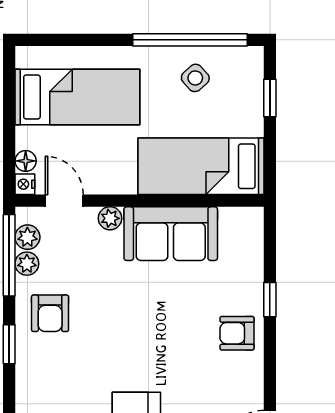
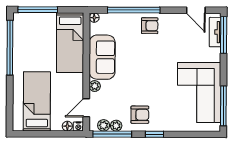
side table: (195, 78) -> (28, 45), removed
window: (270, 98) -> (38, 10), width x2.17
floor lamp: (254, 217) -> (94, 18), added
window: (270, 300) -> (134, 10), width x3.17
armchair: (237, 333) -> (150, 26), turned -90

